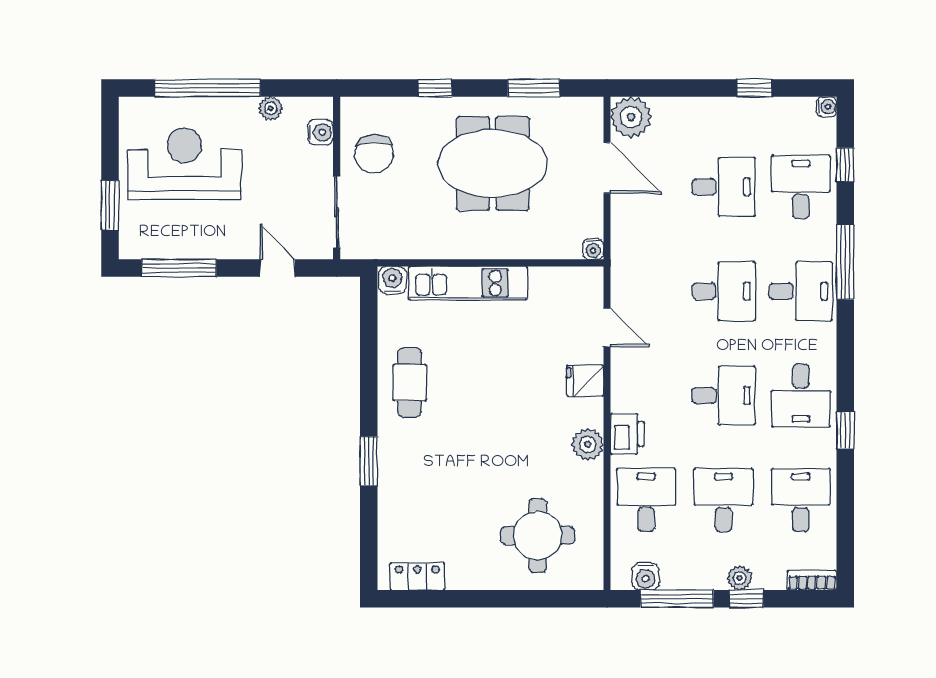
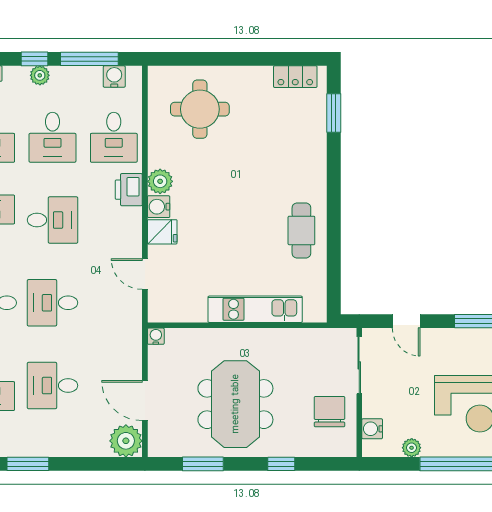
window: (754, 88) -> (28, 464), width x1.50
meeting table: (493, 163) -> (235, 404), turned 90
water cooler: (392, 280) -> (159, 207), moved, turned 90
desk: (724, 396) -> (52, 220), turned 180
window: (369, 461) -> (334, 113), moved

